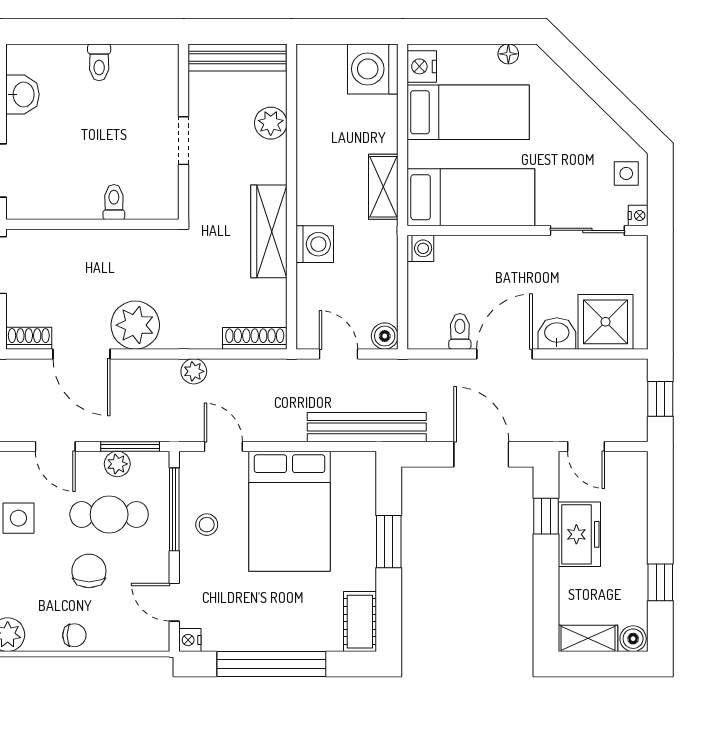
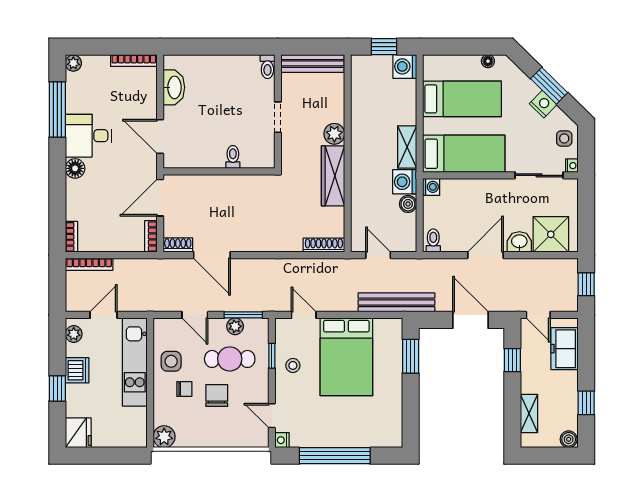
window: (348, 31) -> (384, 47), added
toilet: (99, 62) -> (267, 67), moved
nightstand: (422, 66) -> (543, 104), moved, turned 135
washing machine: (373, 69) -> (405, 66), width x0.73, depth x0.73
window: (603, 92) -> (549, 86), added
washbasin: (23, 95) -> (174, 87), width x1.38
plant: (271, 123) -> (334, 134), moved
washing machine: (315, 244) -> (405, 182), moved, turned 180
plant: (135, 325) -> (247, 236), removed
toilet: (460, 331) -> (433, 241), moved
boiler: (385, 336) -> (408, 204), moved
plant: (194, 371) -> (285, 266), removed
window: (174, 509) -> (272, 356), width x0.46
freezer: (579, 534) -> (565, 349), moved, turned 180
window: (389, 542) -> (411, 356), moved
cot: (360, 622) -> (392, 428), removed
chair: (74, 635) -> (184, 389), moved
shelving: (588, 638) -> (529, 413), moved, turned 90

